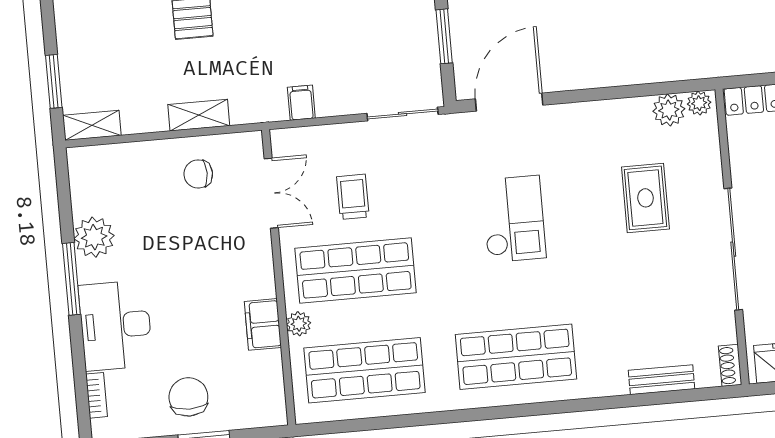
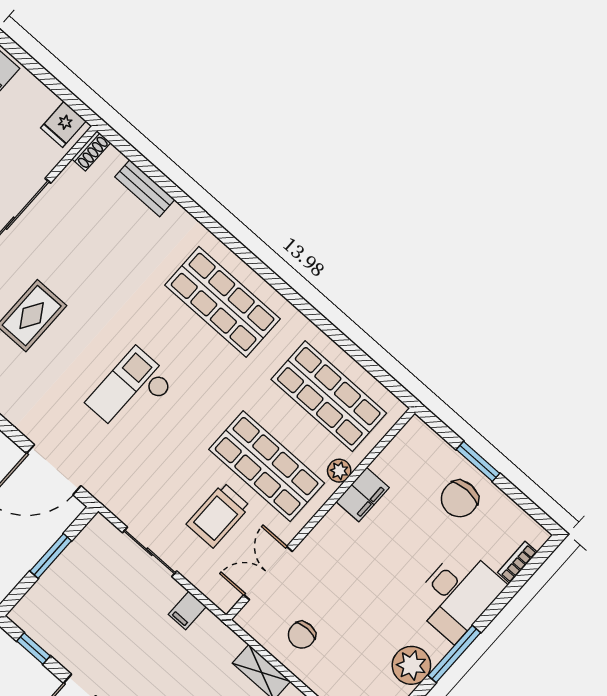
sliding door: (403, 114) -> (150, 552), moved
chair: (198, 174) -> (302, 635), turned 90
trolley: (353, 197) -> (218, 515), width x1.36, depth x1.39

